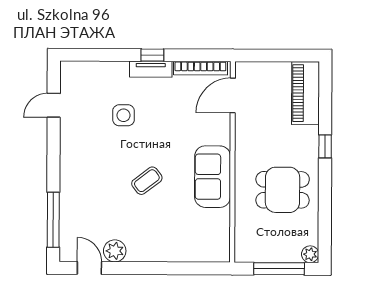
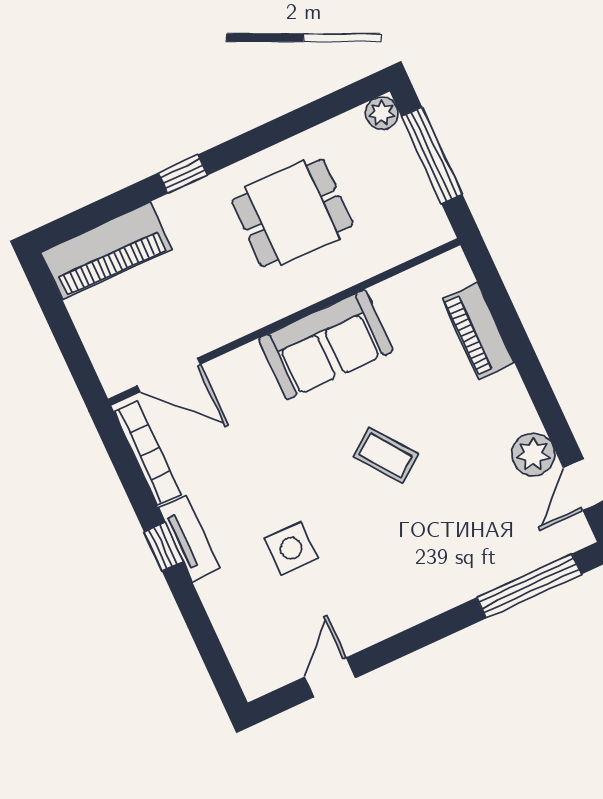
door: (54, 105) -> (330, 677), swing flipped
dining table: (283, 190) -> (292, 213), turned 90
piano: (185, 252) -> (478, 331), added

